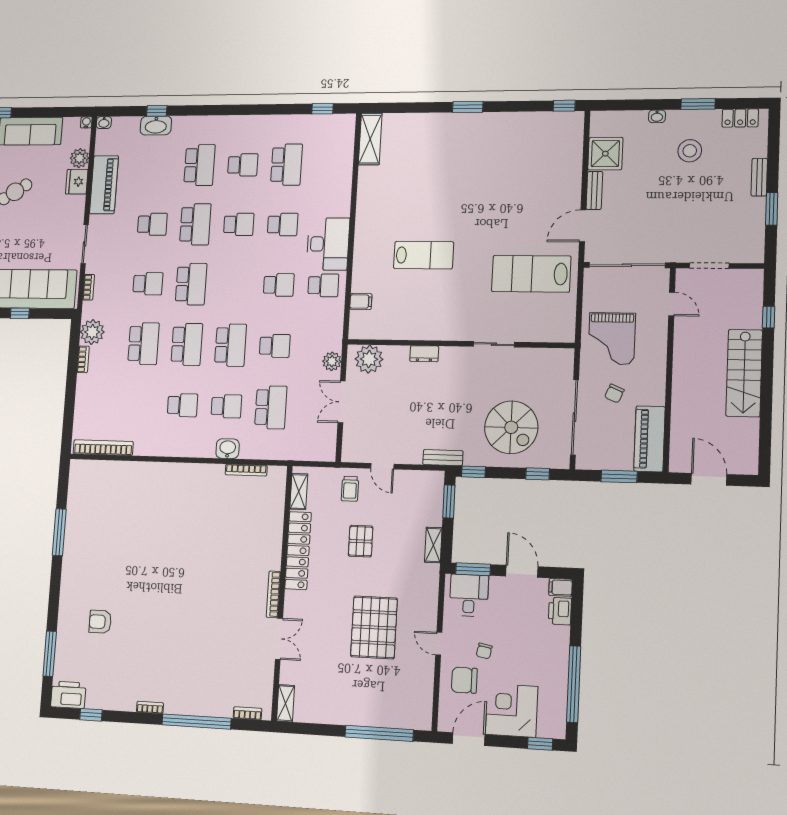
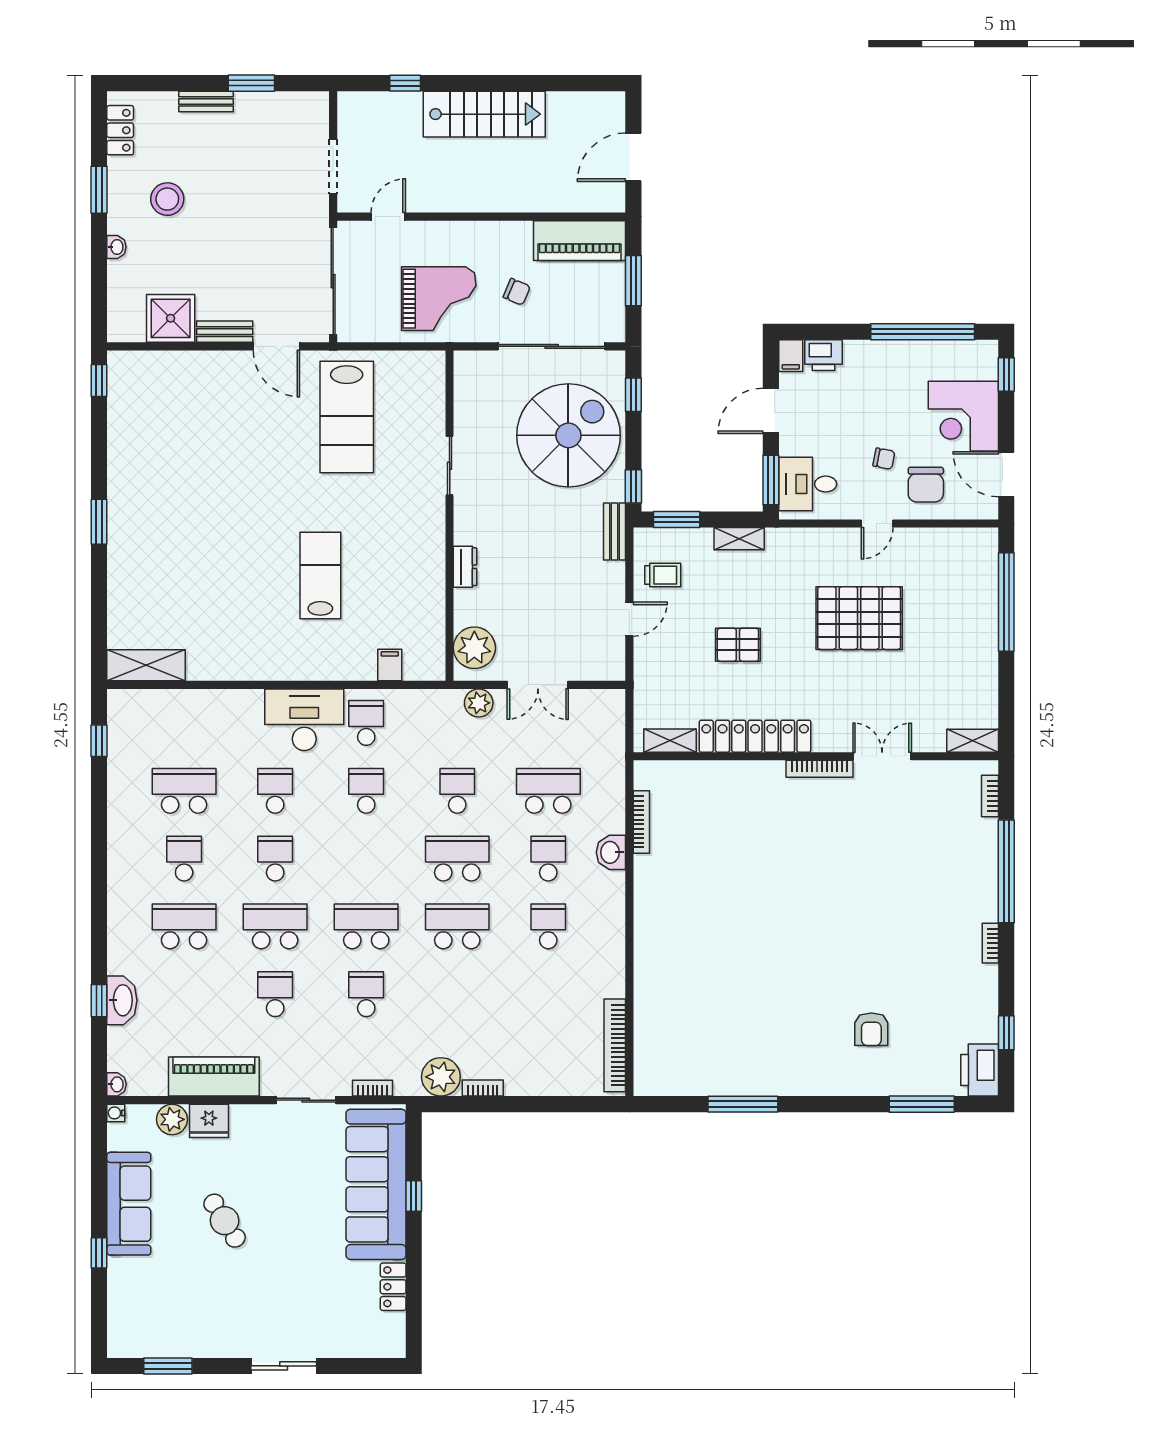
school desk: (143, 344) -> (457, 994), removed
spiral stairs: (511, 427) -> (568, 435), width x1.37, depth x1.37
trolley: (350, 489) -> (663, 575), moved

